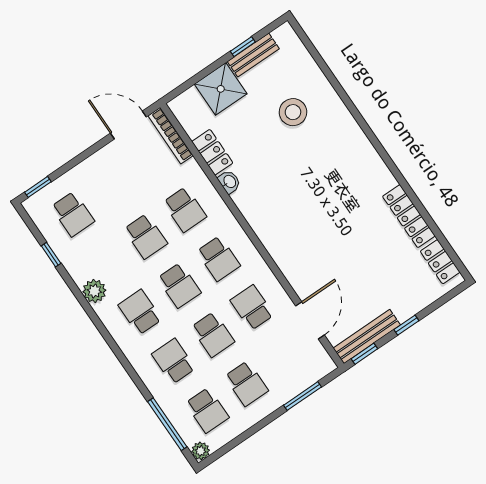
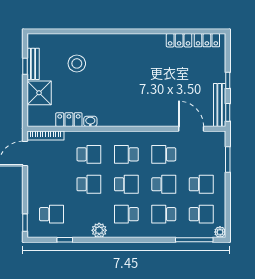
locker: (409, 216) -> (179, 40), width x0.66
school desk: (218, 259) -> (126, 154), turned 180

